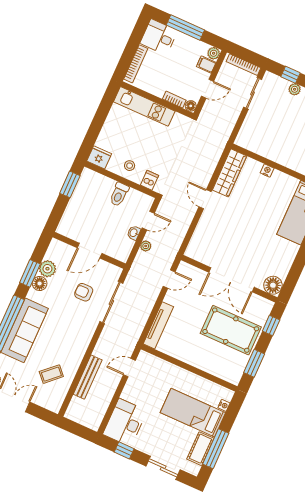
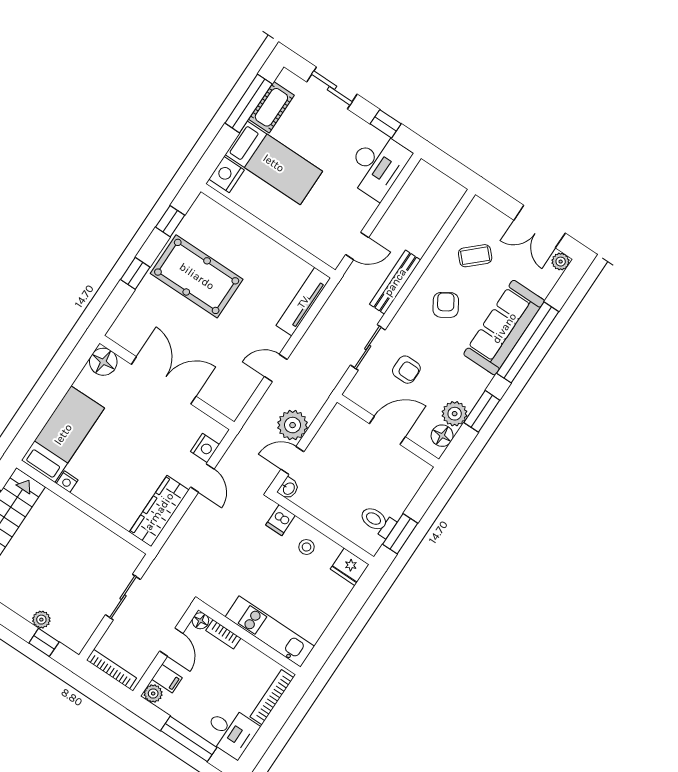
door: (207, 89) -> (171, 642), swing flipped
sliding door: (253, 93) -> (123, 597), moved
nightstand: (267, 171) -> (67, 482), moved
toilet: (119, 194) -> (377, 521), moved, turned -90
nightstand: (207, 219) -> (205, 448), added
washbasin: (134, 233) -> (288, 488), moved
plant: (146, 246) -> (293, 425), width x1.88, depth x1.88
wall: (229, 279) -> (167, 383), moved
double door: (231, 280) -> (164, 380), moved
floor lamp: (40, 283) -> (442, 436), moved
floor lamp: (273, 285) -> (103, 362), moved
sliding door: (111, 302) -> (368, 347), width x0.73
armchair: (65, 339) -> (446, 305), added
window: (254, 363) -> (170, 221), width x0.67
bench: (88, 377) -> (395, 282), moved
nightstand: (224, 405) -> (227, 174), width x1.89, depth x1.79

